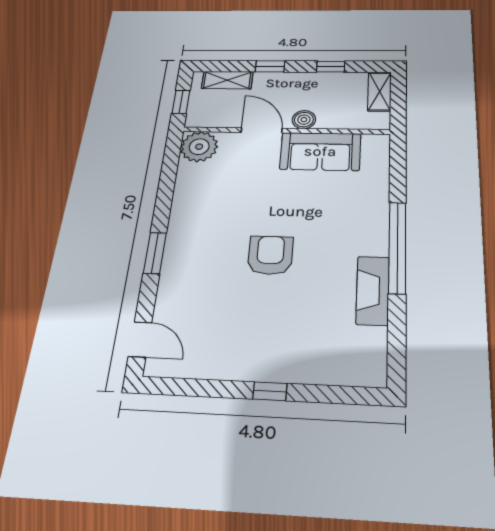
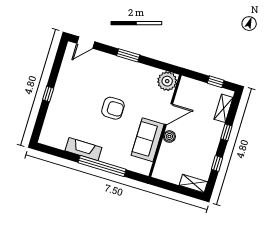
boiler: (304, 120) -> (169, 136), moved
door: (262, 130) -> (169, 114), moved
wall: (285, 131) -> (165, 126), moved
plant: (199, 147) -> (167, 81), moved
sofa: (320, 151) -> (148, 140), moved

